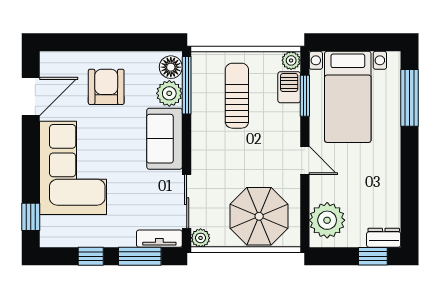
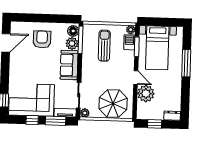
window: (410, 98) -> (186, 63), moved
corner sofa: (73, 168) -> (31, 100), moved, turned -90
plant: (327, 220) -> (146, 94), moved
window: (373, 256) -> (155, 124), moved

